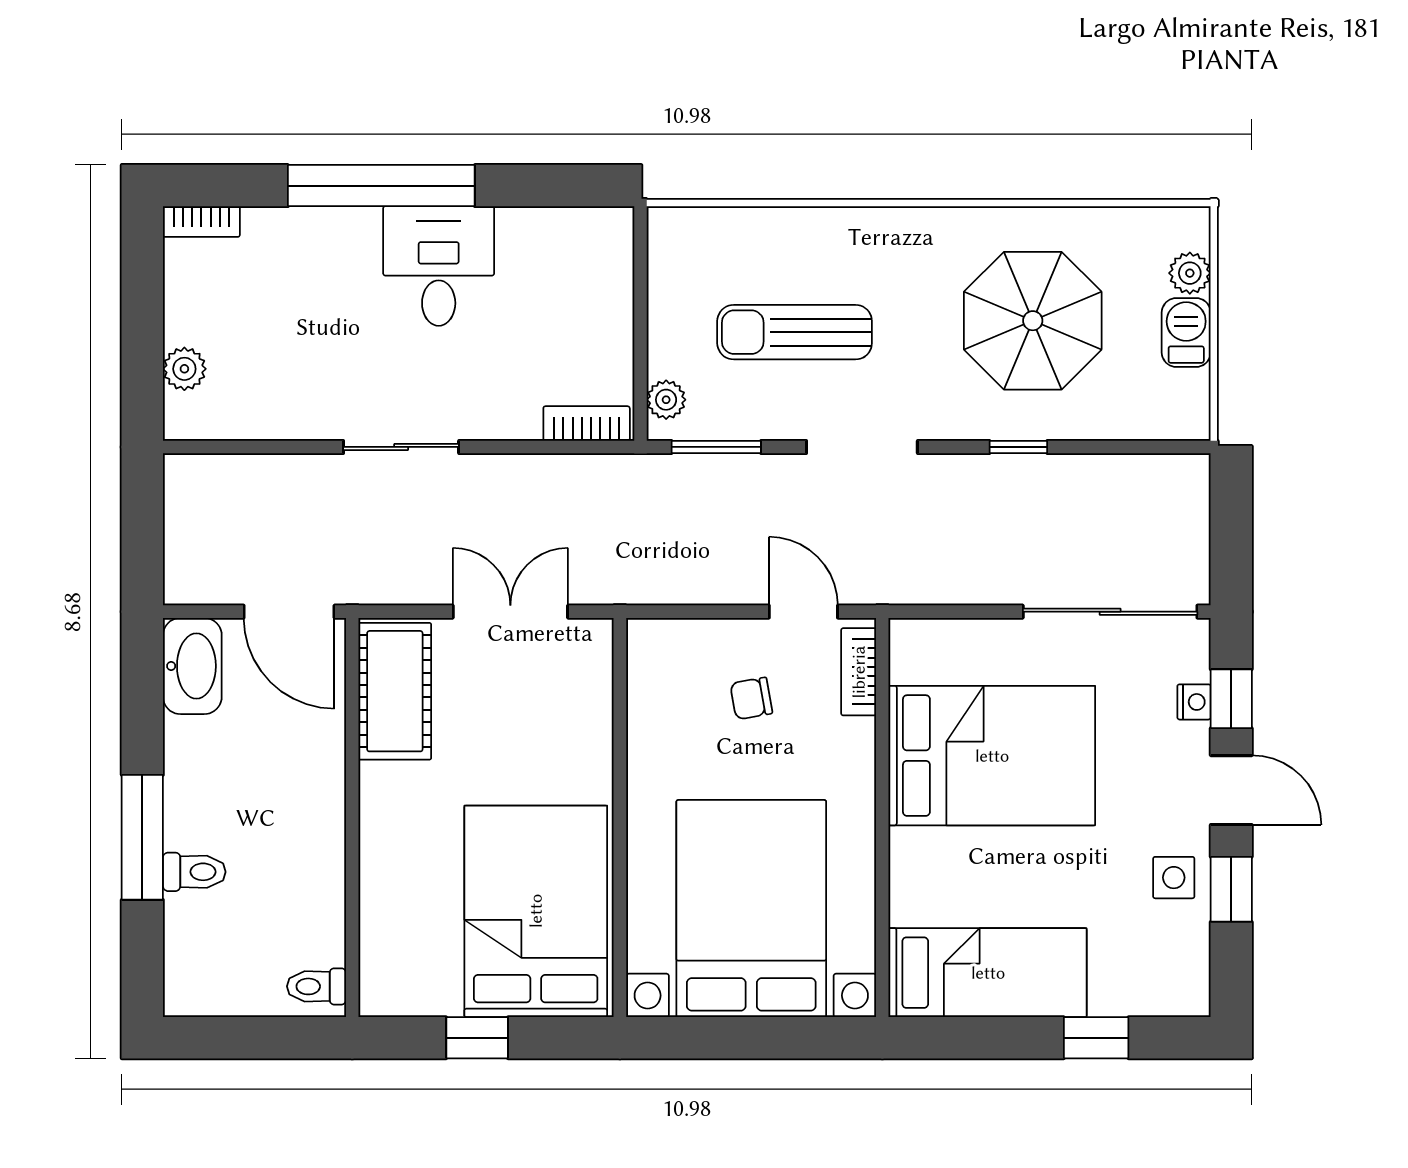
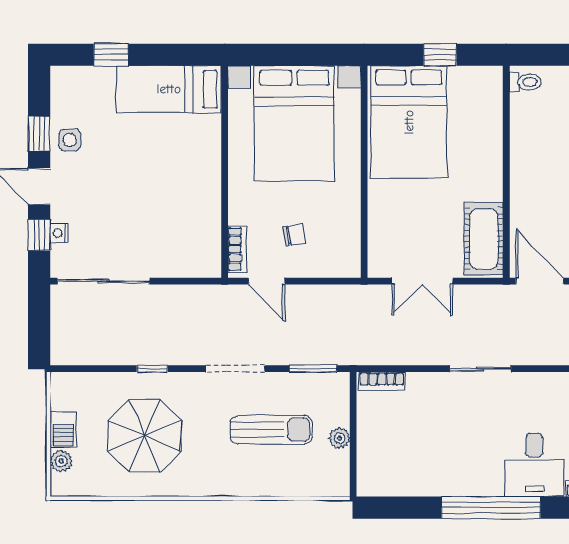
desk: (439, 266) -> (534, 465), moved
plant: (666, 400) -> (339, 438), moved
bed: (992, 756) -> (166, 205), removed

